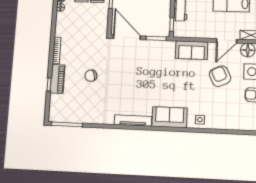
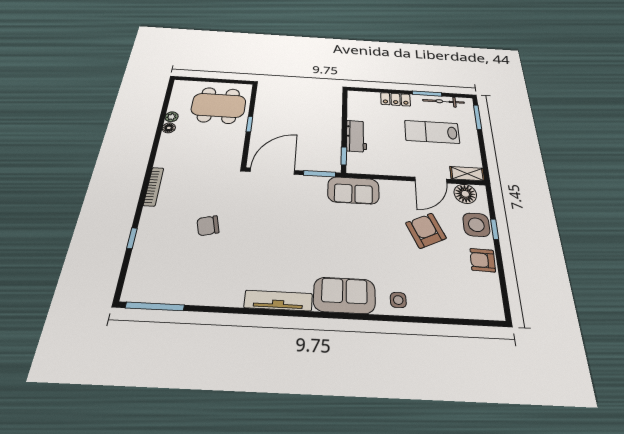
door: (127, 37) -> (272, 171), hinge flipped
sofa: (192, 50) -> (353, 190), moved
piano: (58, 79) -> (148, 230), removed

